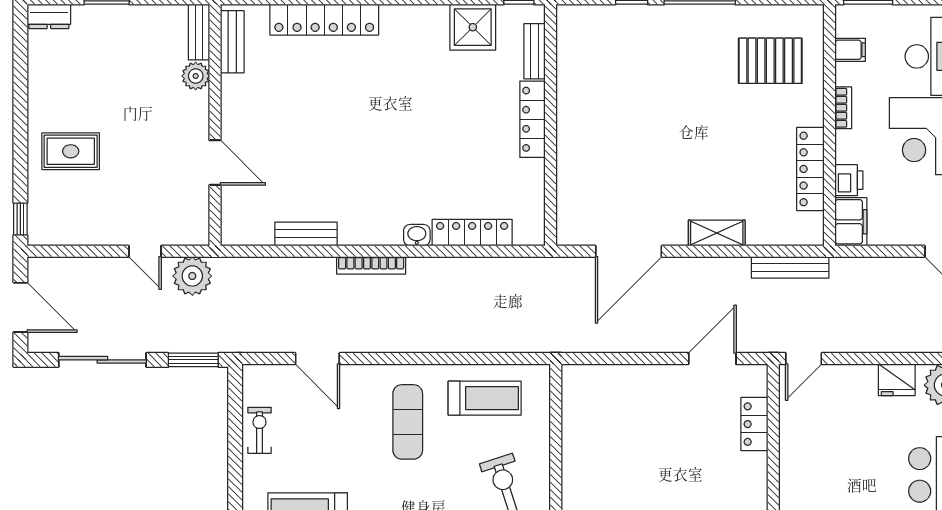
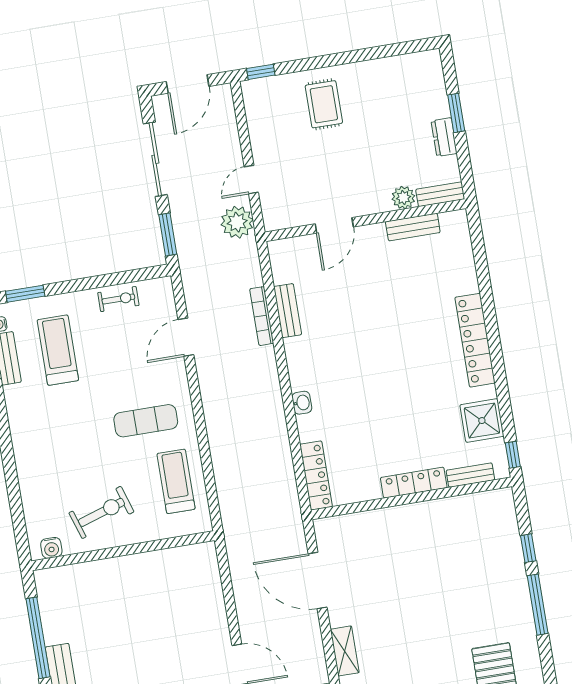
dresser: (49, 16) -> (444, 137), moved
locker: (324, 20) -> (475, 340), moved
bench: (232, 42) -> (413, 227), moved
locker: (472, 233) -> (316, 476), moved
bookcase: (371, 265) -> (262, 316), moved
treadmill: (485, 398) -> (176, 481), turned 180

